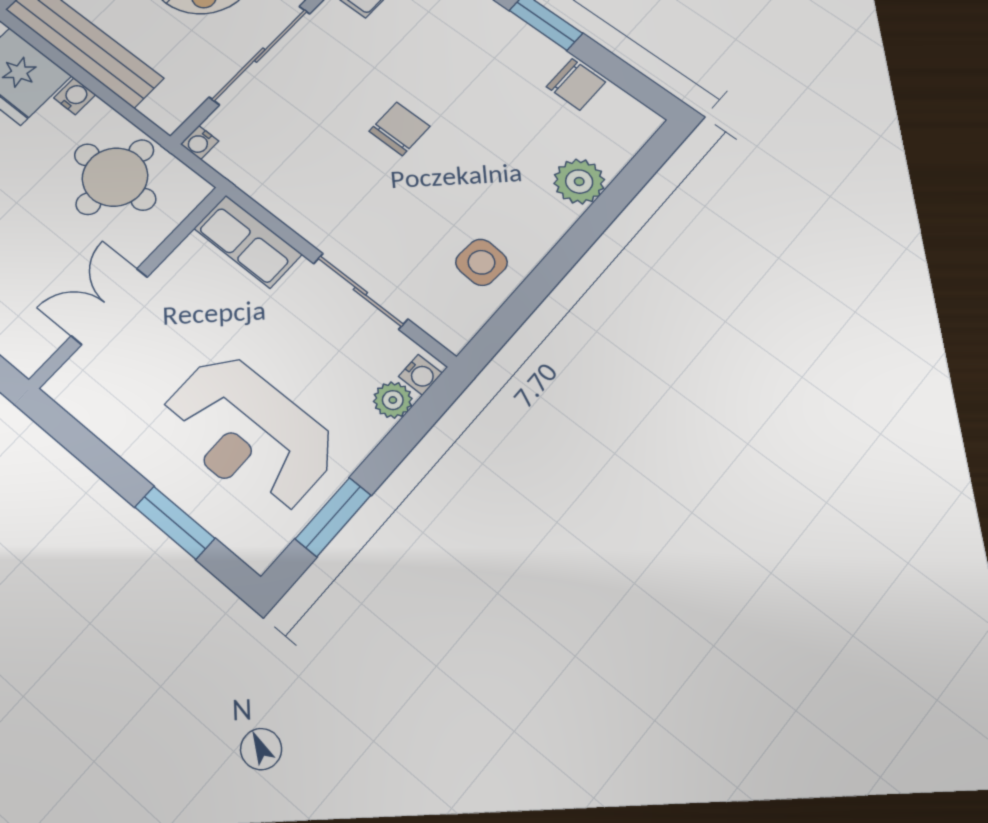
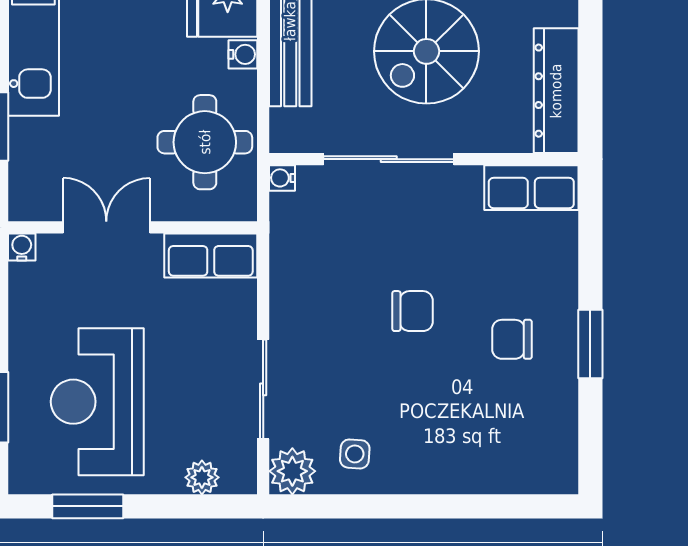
chair: (576, 84) -> (512, 339), moved, turned 90
plant: (579, 181) -> (292, 471), moved
row of seats: (248, 241) -> (211, 256), moved, turned -90
side table: (481, 262) -> (355, 454), width x0.73, depth x0.73
water cooler: (420, 375) -> (22, 247), moved, turned 180

